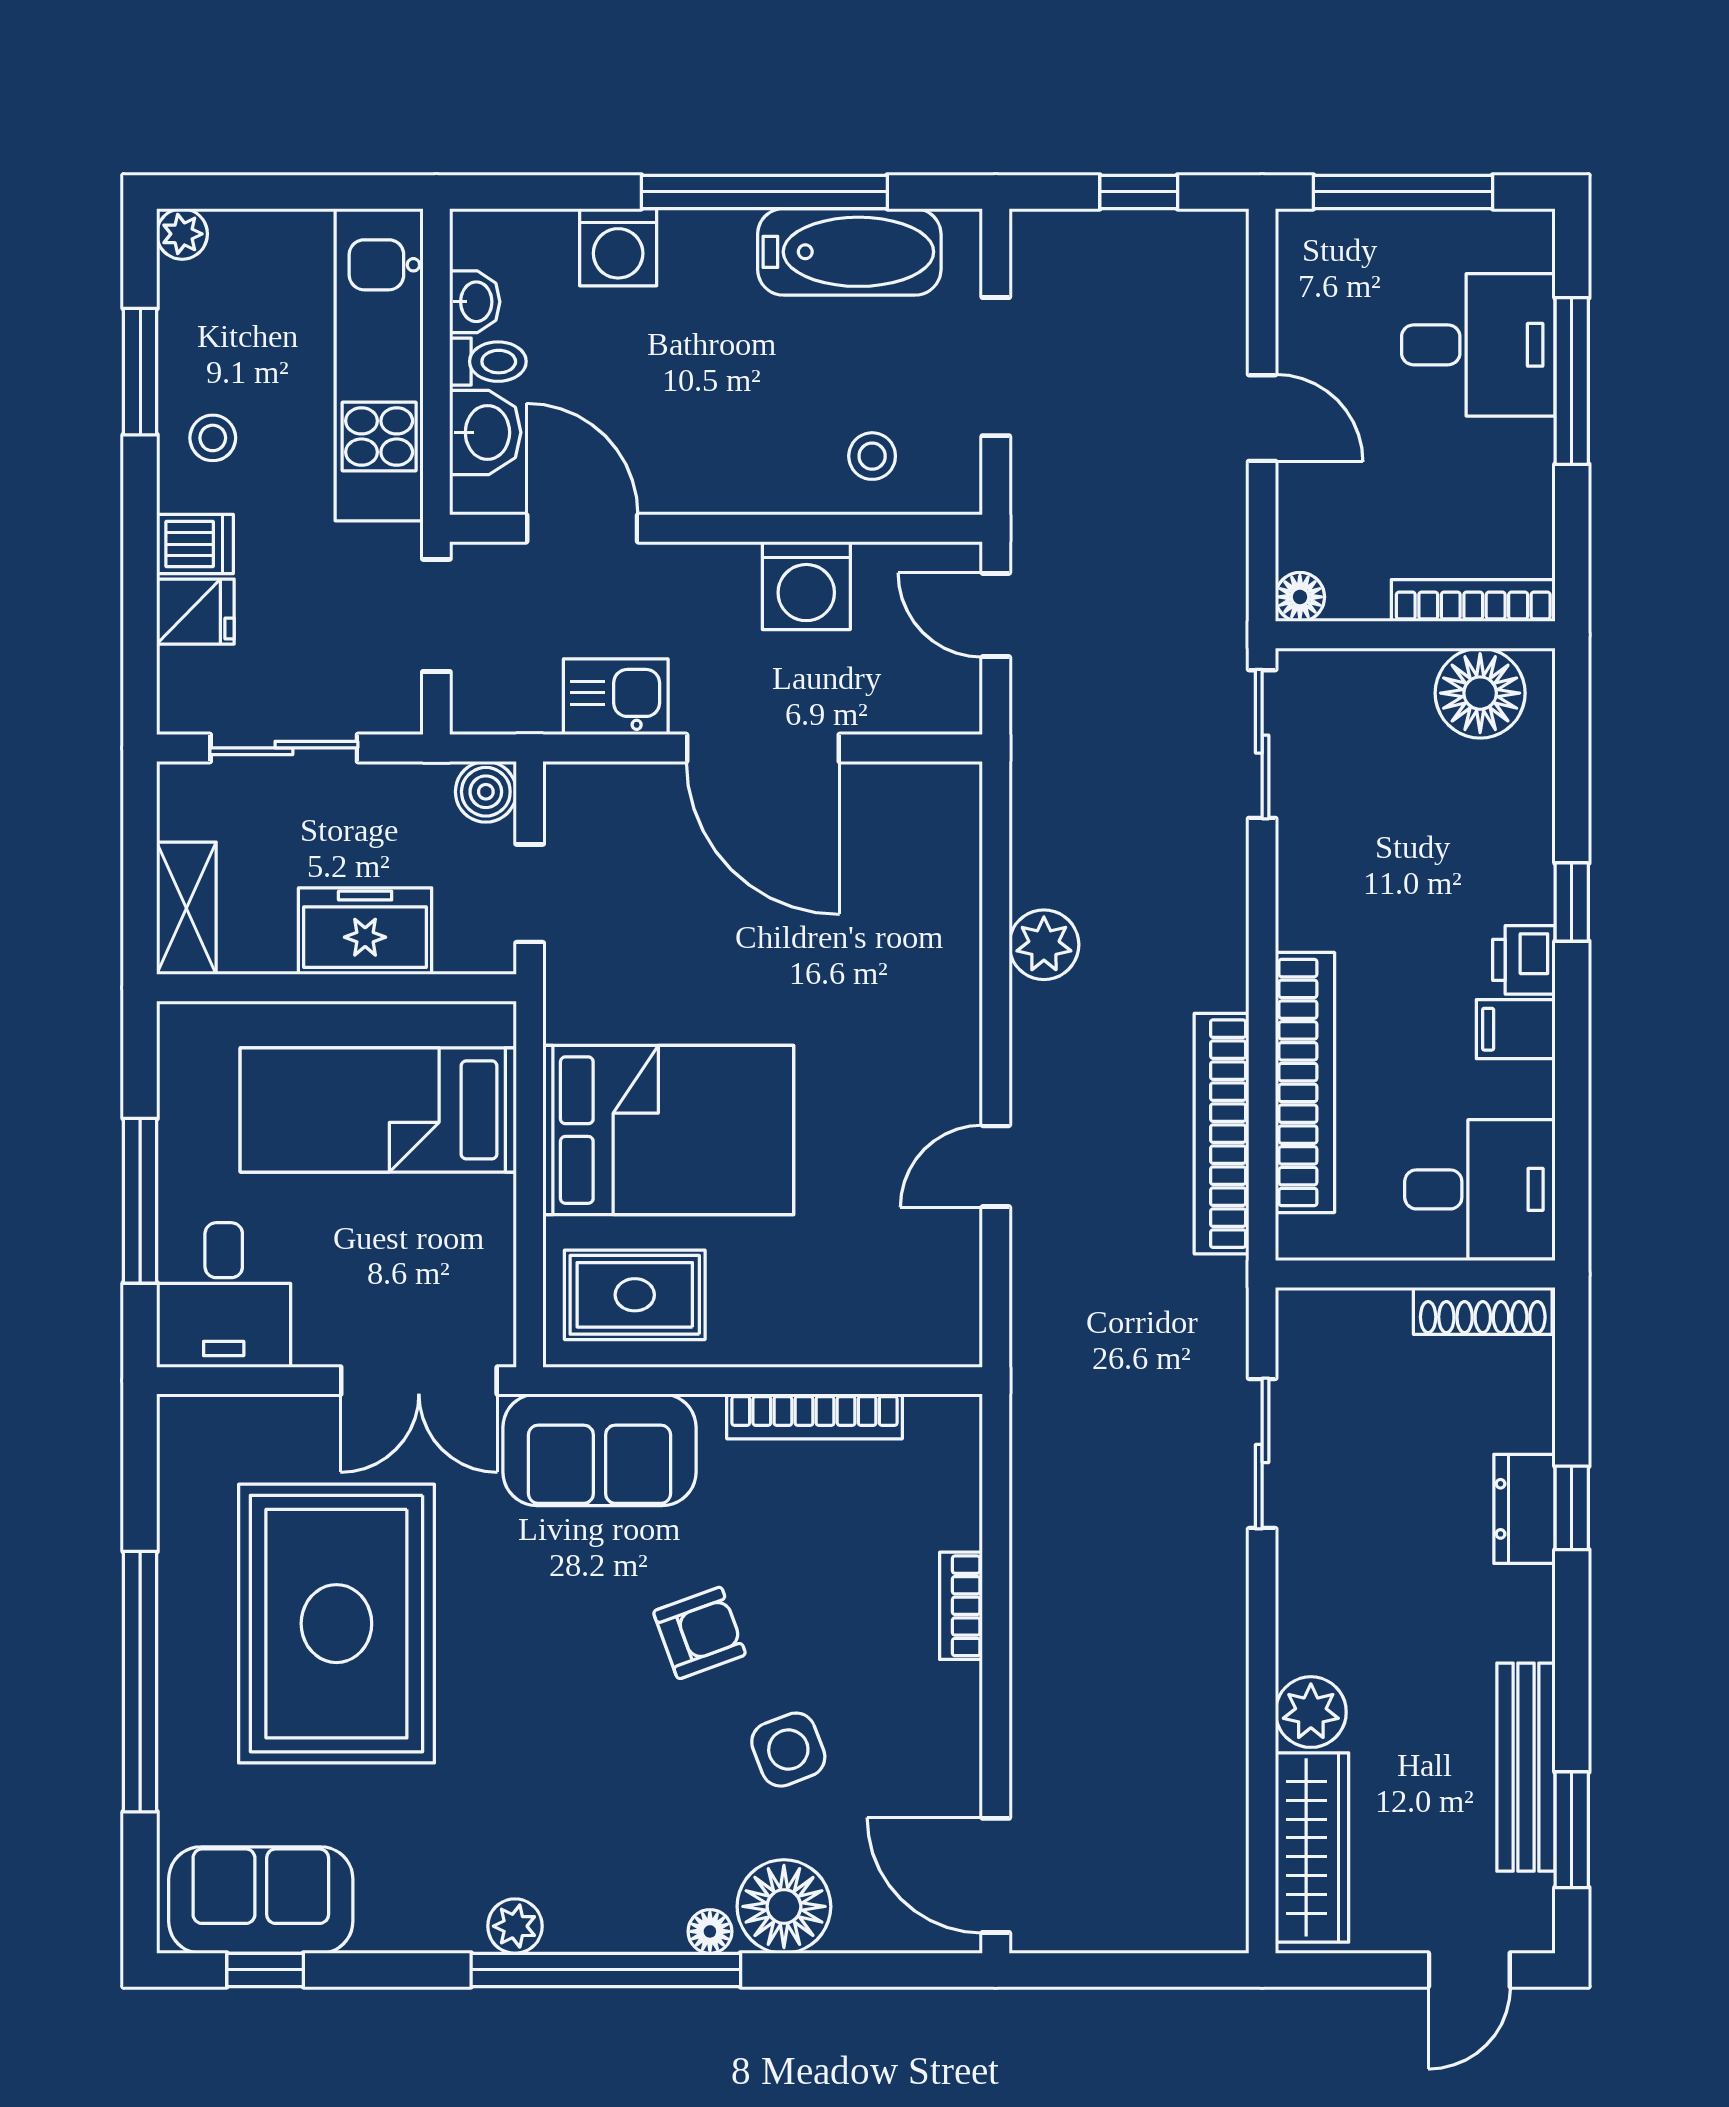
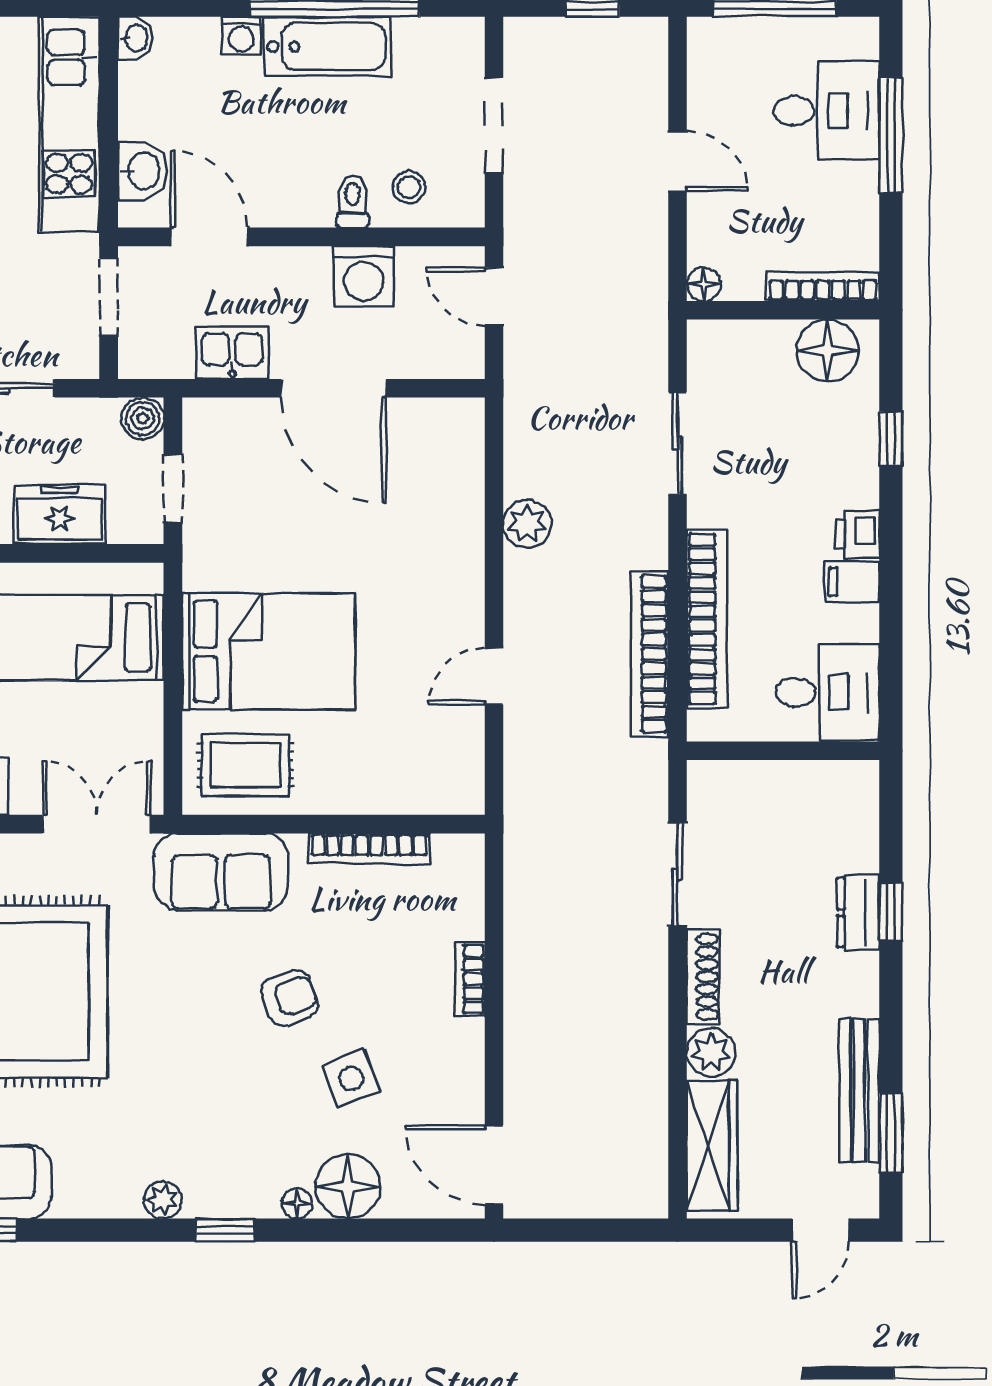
washing machine: (618, 247) -> (241, 36), width x0.73, depth x0.73
bathtub: (849, 252) -> (327, 46), moved
washbasin: (475, 302) -> (135, 38), moved
toilet: (488, 362) -> (353, 201), moved, turned -90
sliding door: (1262, 744) -> (678, 443), moved
window: (1572, 902) -> (891, 439), moved
shoe rack: (1483, 1311) -> (703, 977), moved, turned -90
double door: (419, 1381) -> (97, 824), swing flipped
window: (606, 1970) -> (225, 1230), width x0.32

